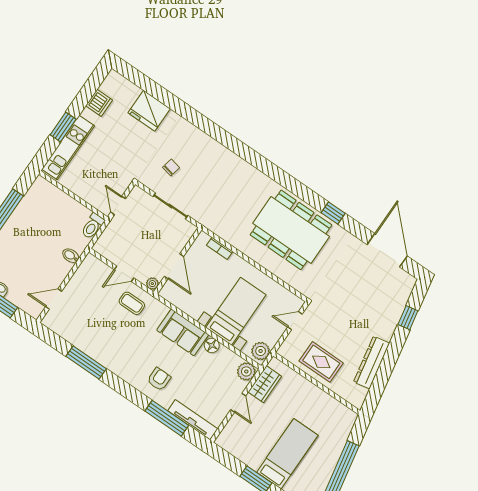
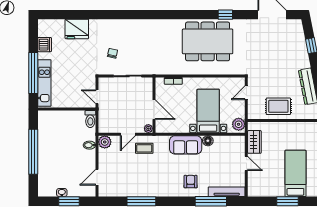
window: (63, 127) -> (33, 73), width x2.11
plant: (246, 371) -> (105, 142), moved

